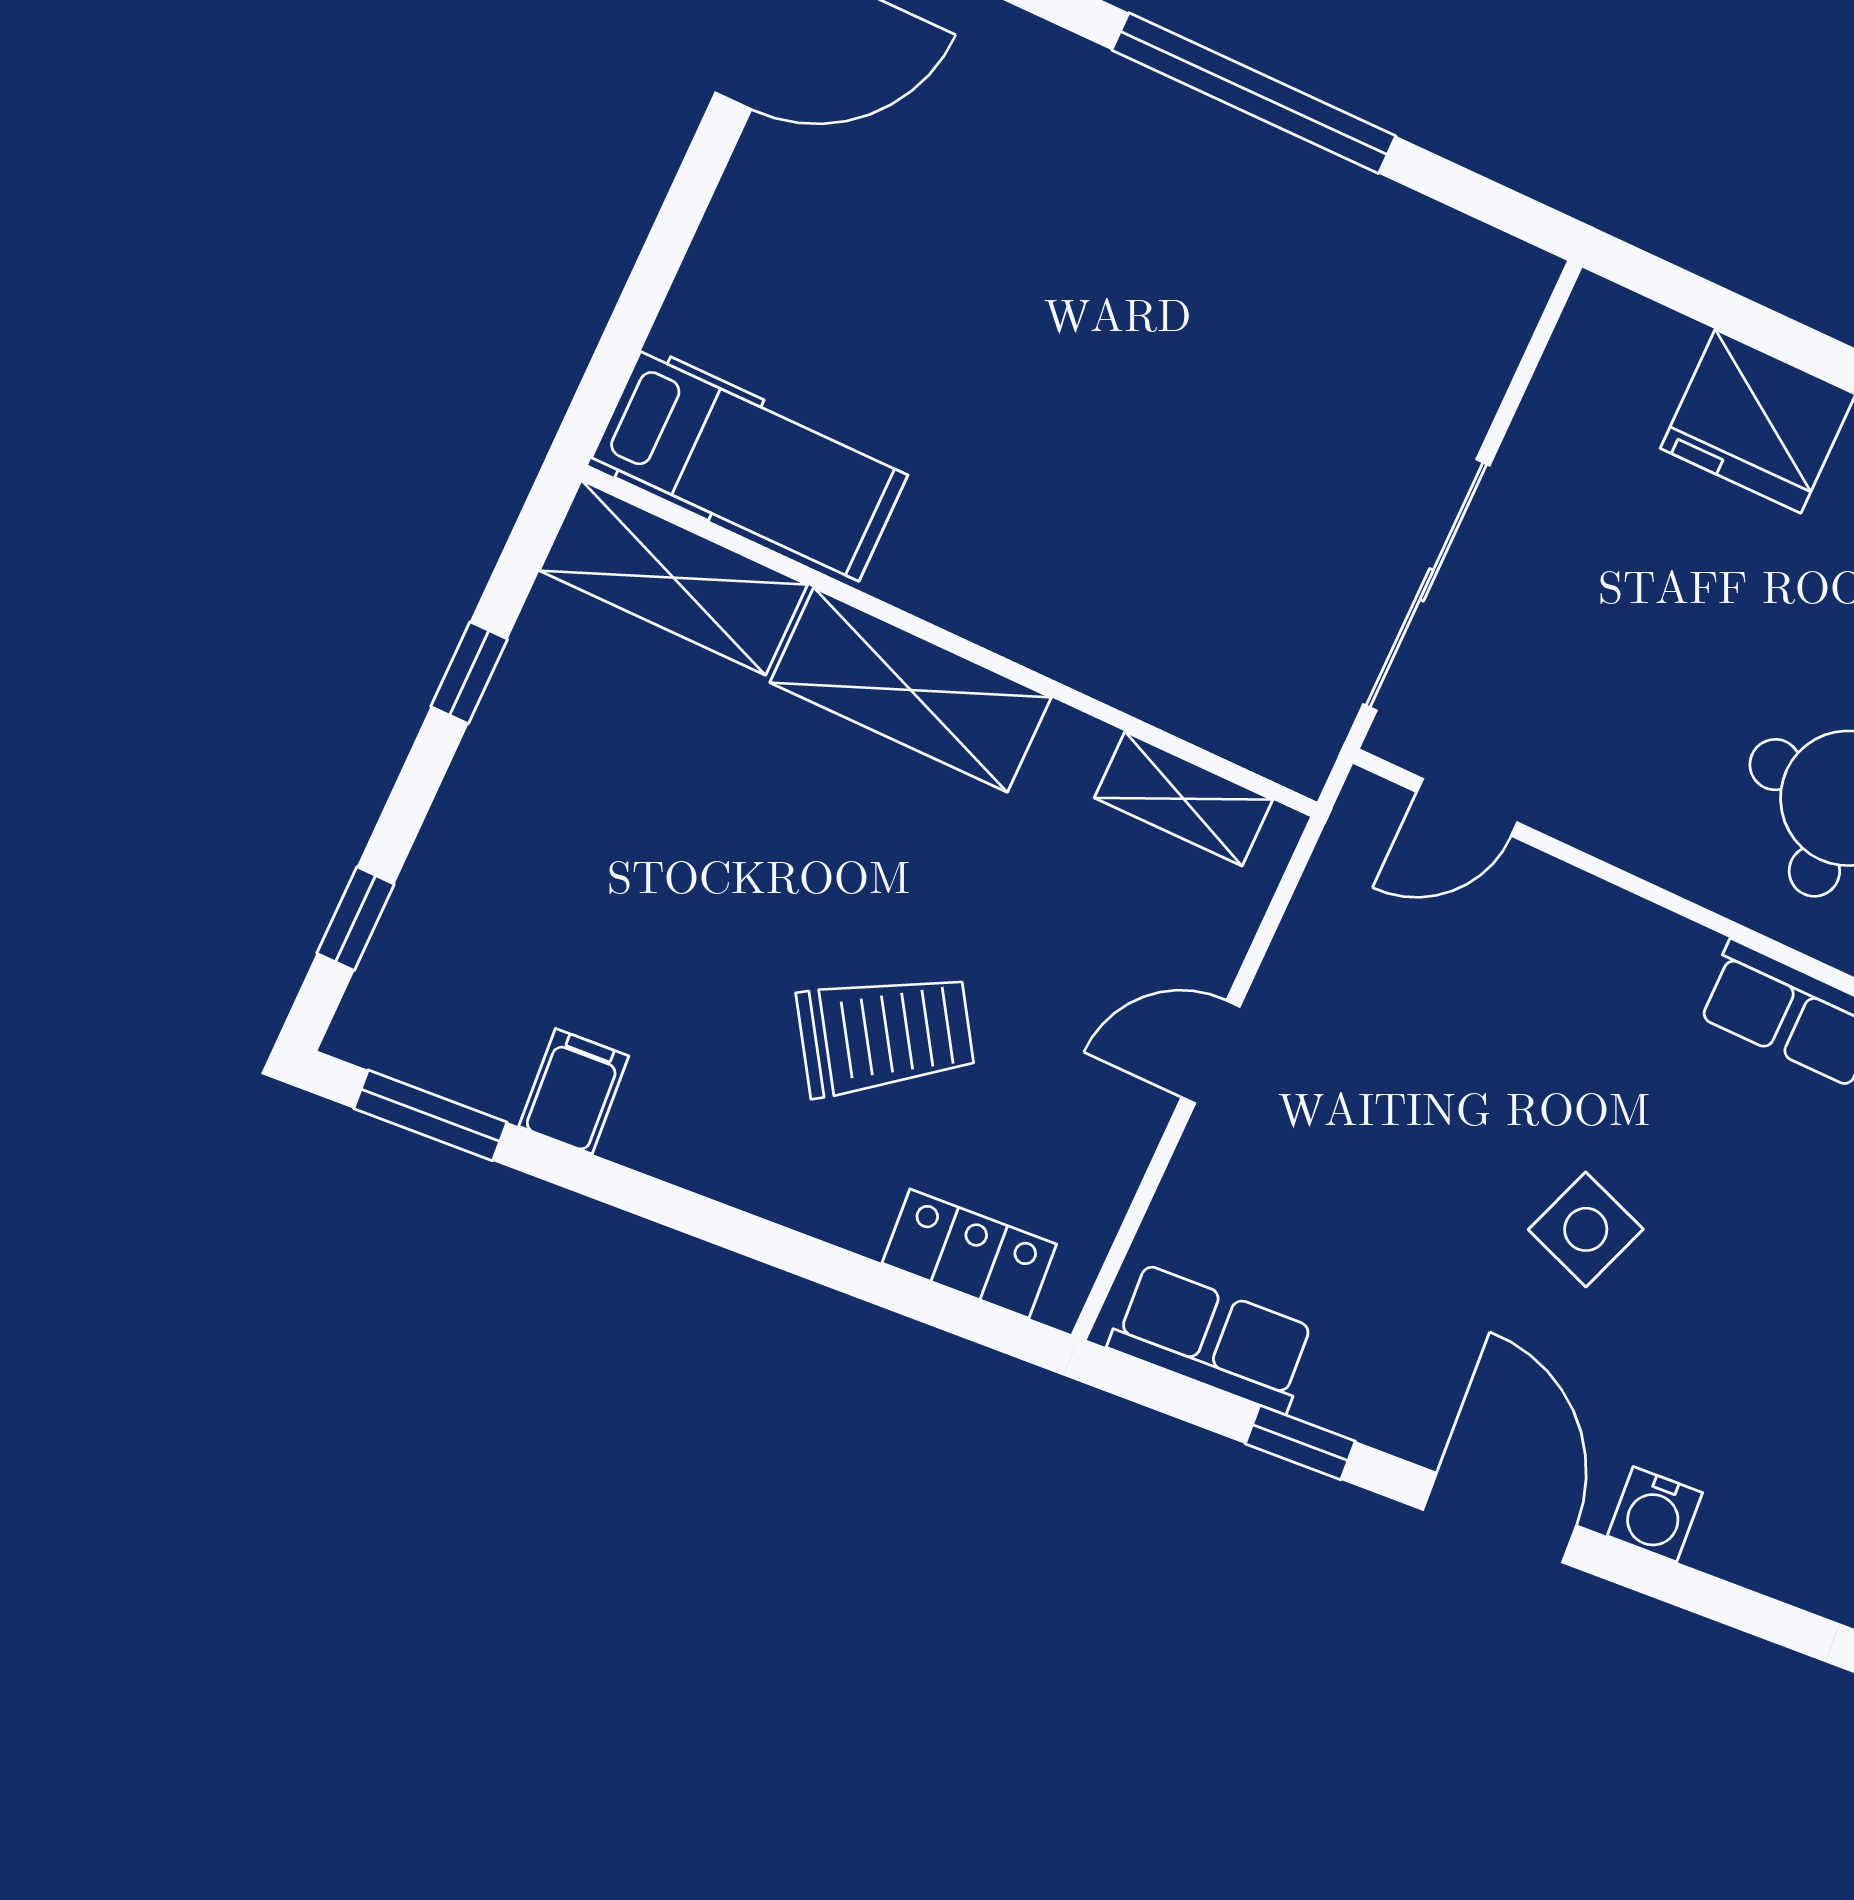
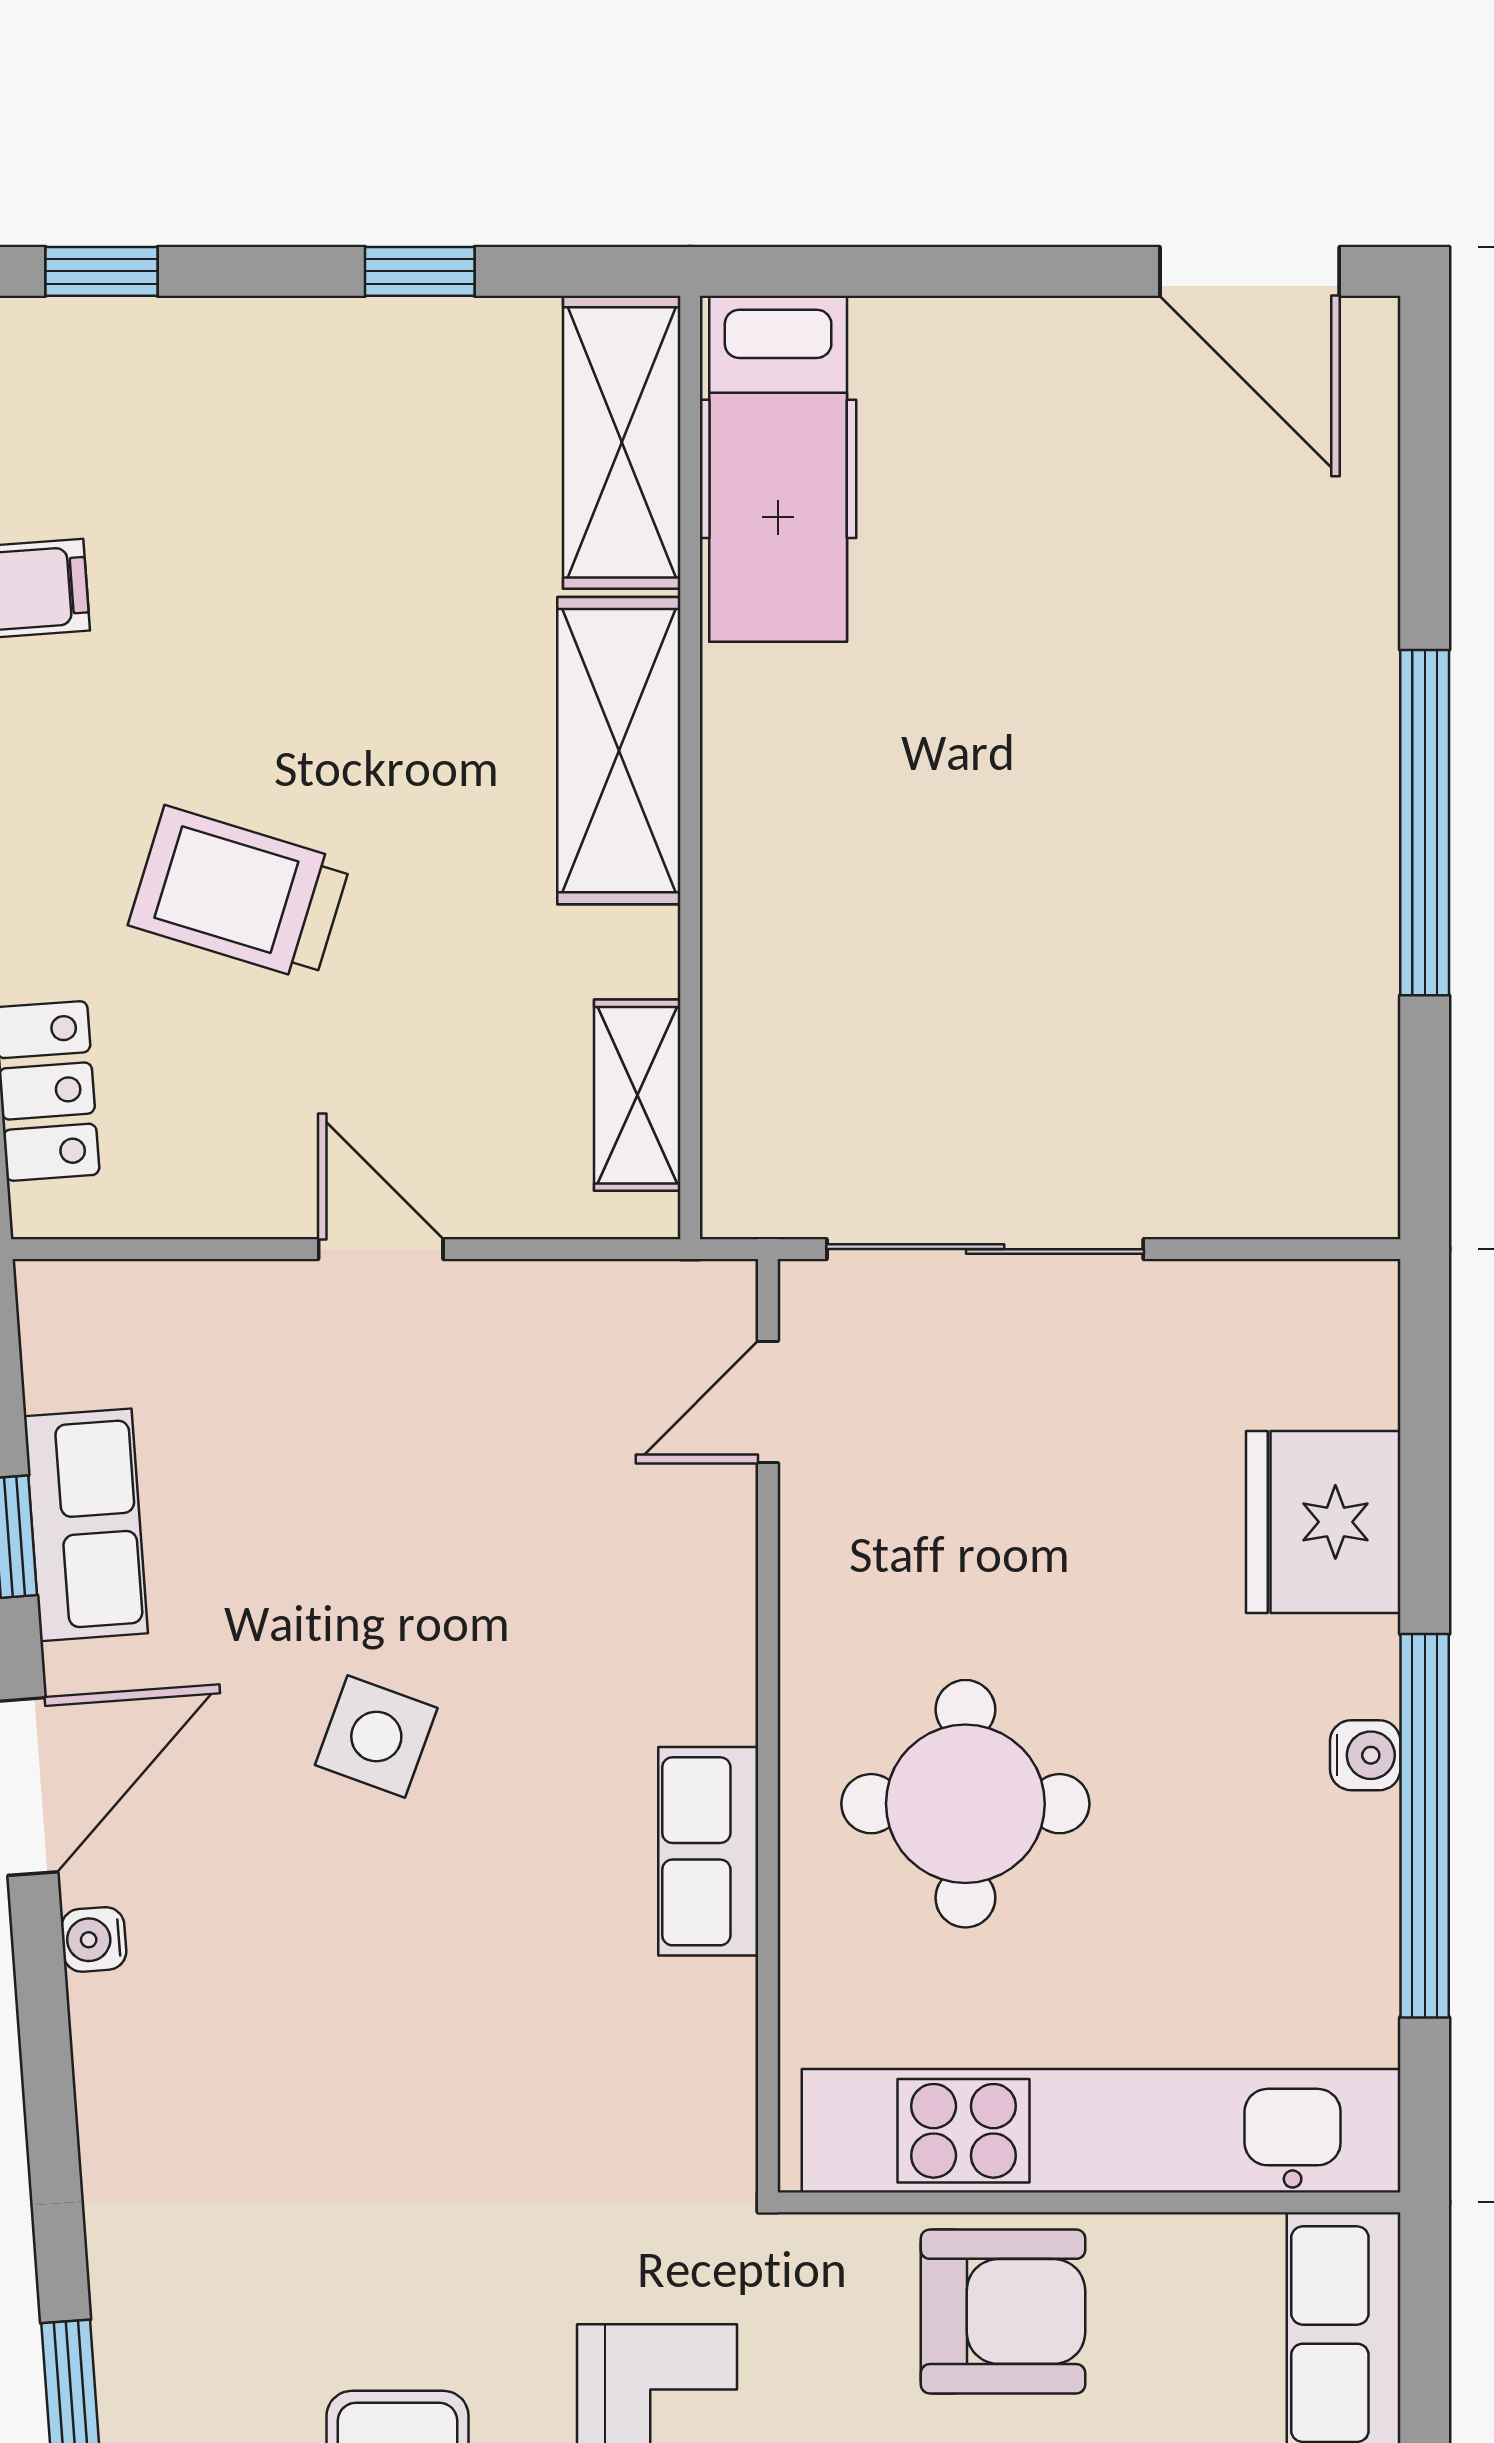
door: (1467, 807) -> (768, 1402), hinge flipped
trolley: (886, 1034) -> (239, 894), turned 140
row of seats: (1212, 1338) -> (86, 1525), moved
water cooler: (1655, 1514) -> (94, 1939), width x0.72, depth x0.72

